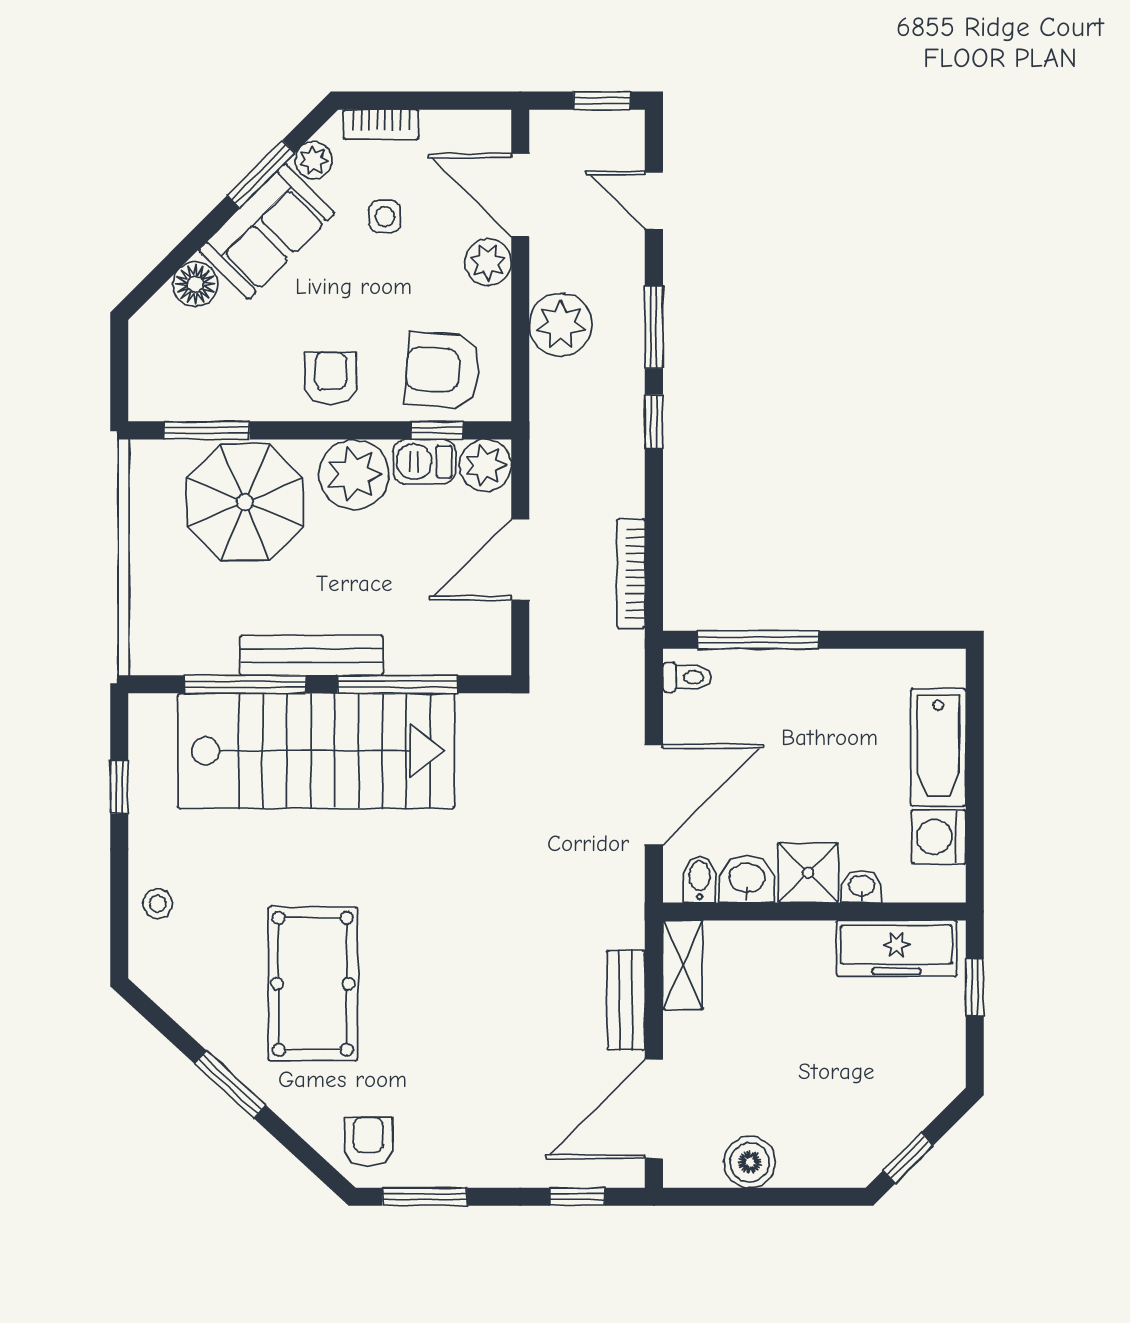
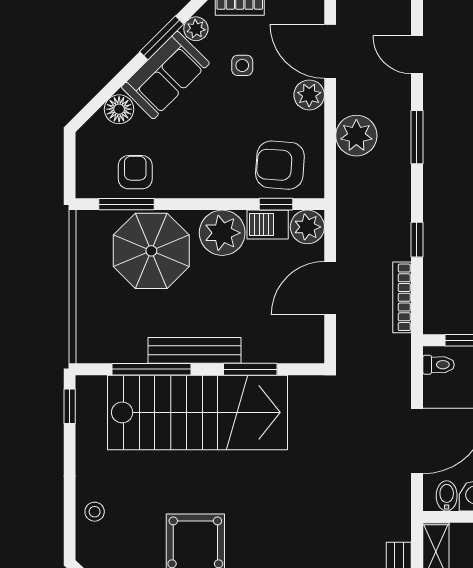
armchair: (331, 378) -> (135, 172), moved
window: (654, 422) -> (417, 240), moved
window: (397, 684) -> (250, 369), width x0.69
window: (119, 787) -> (70, 406), moved

